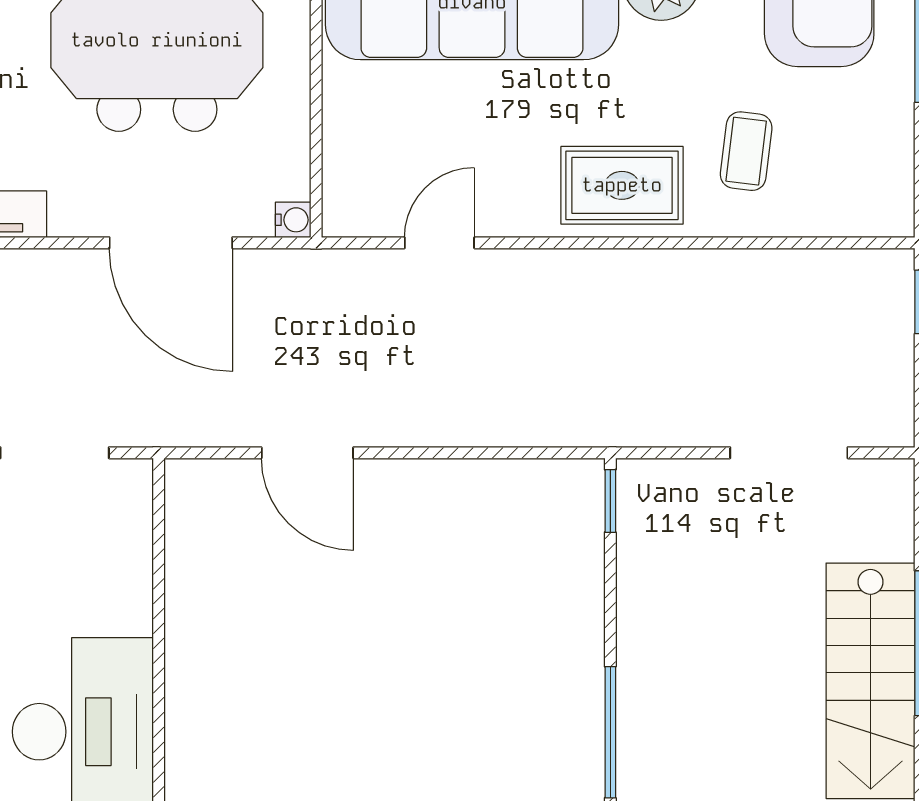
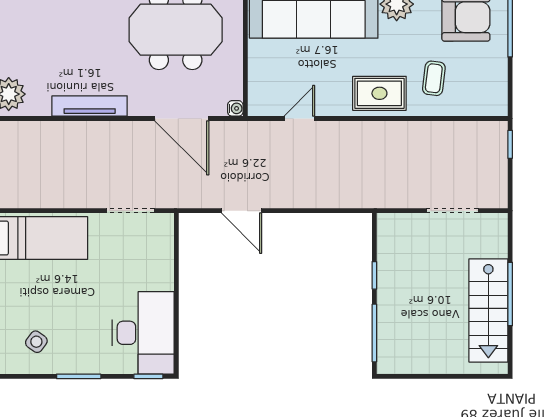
window: (610, 501) -> (374, 275), moved

